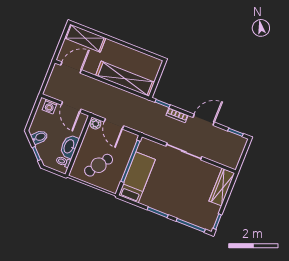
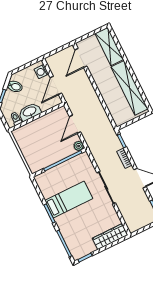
door: (71, 67) -> (81, 58), swing flipped
shelving: (125, 79) -> (130, 88), moved
plant: (96, 124) -> (79, 146), moved
cafe table: (99, 165) -> (38, 143), removed
bed: (137, 177) -> (69, 199), moved

